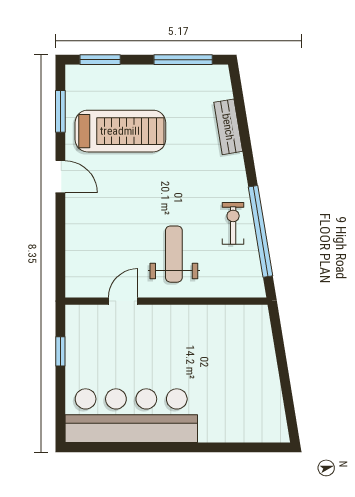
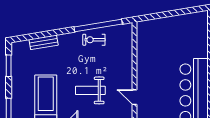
window: (183, 60) -> (9, 66), width x0.69
weight bench: (174, 254) -> (90, 90), moved

